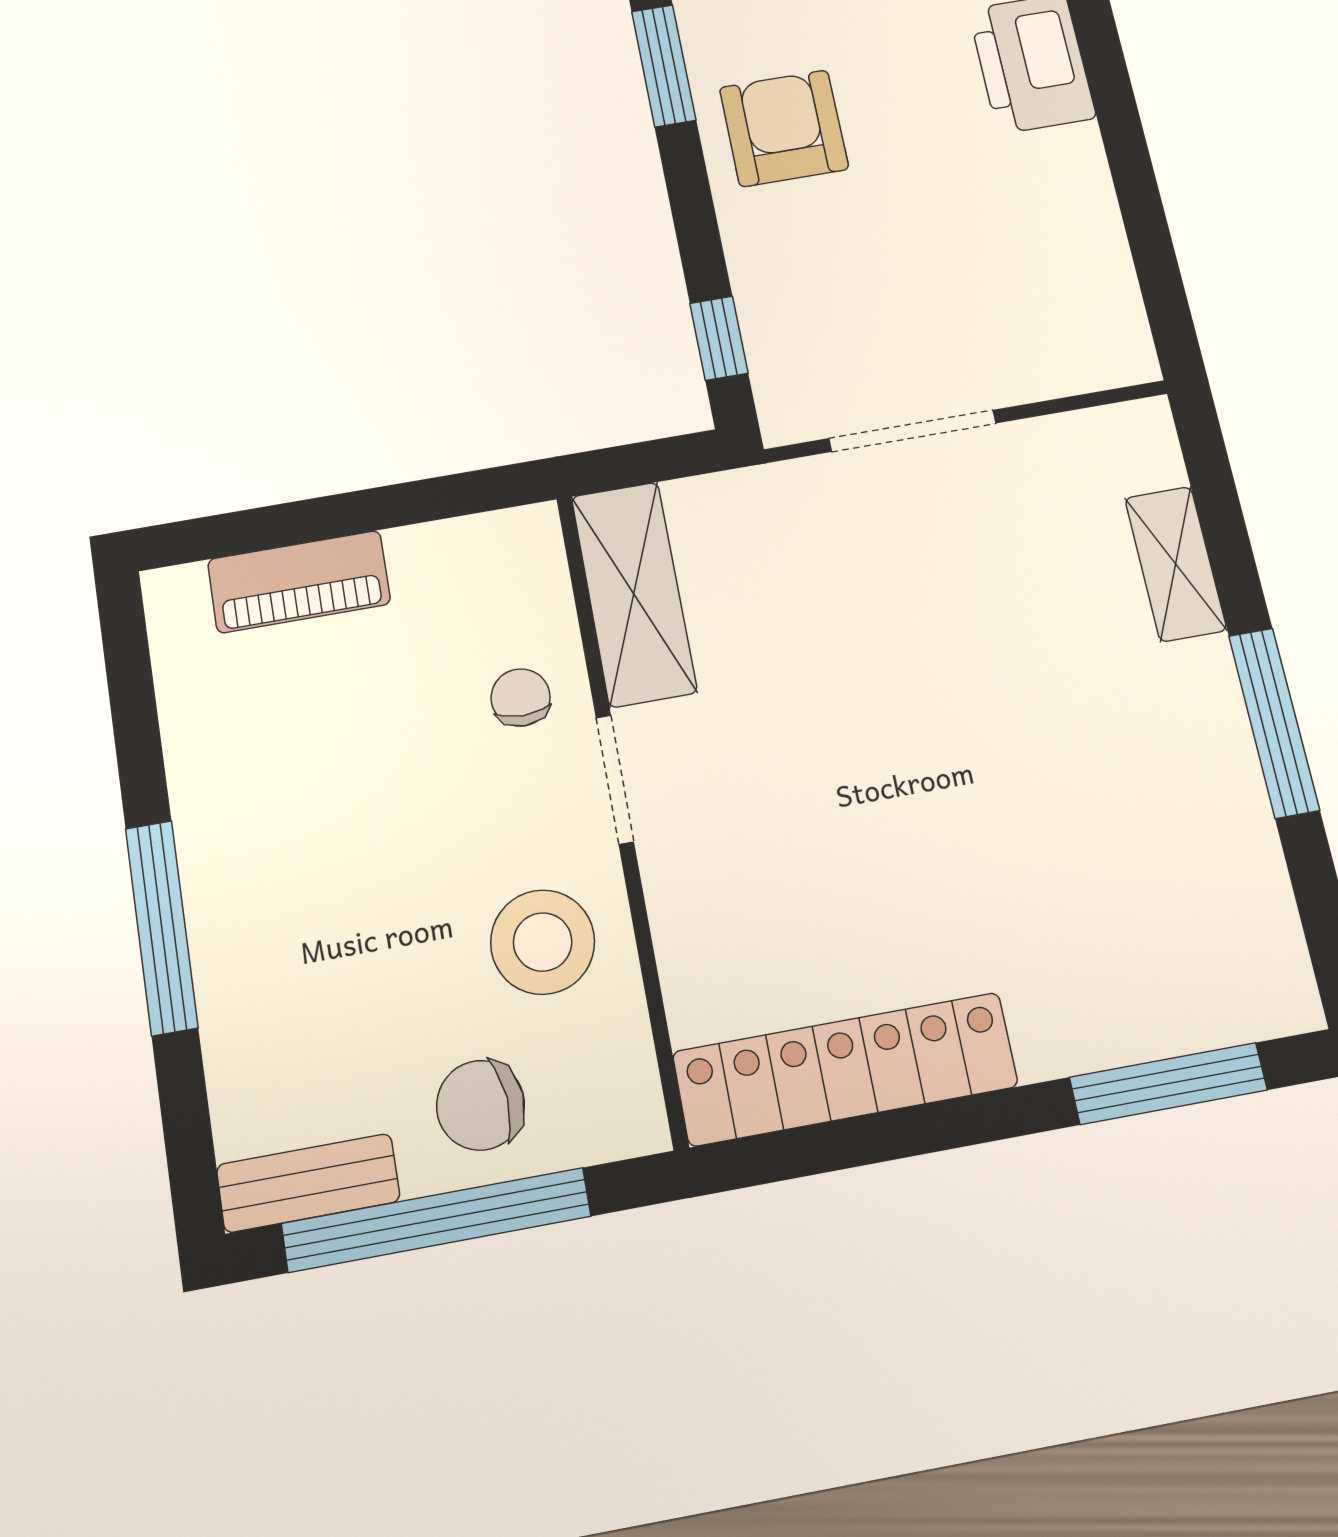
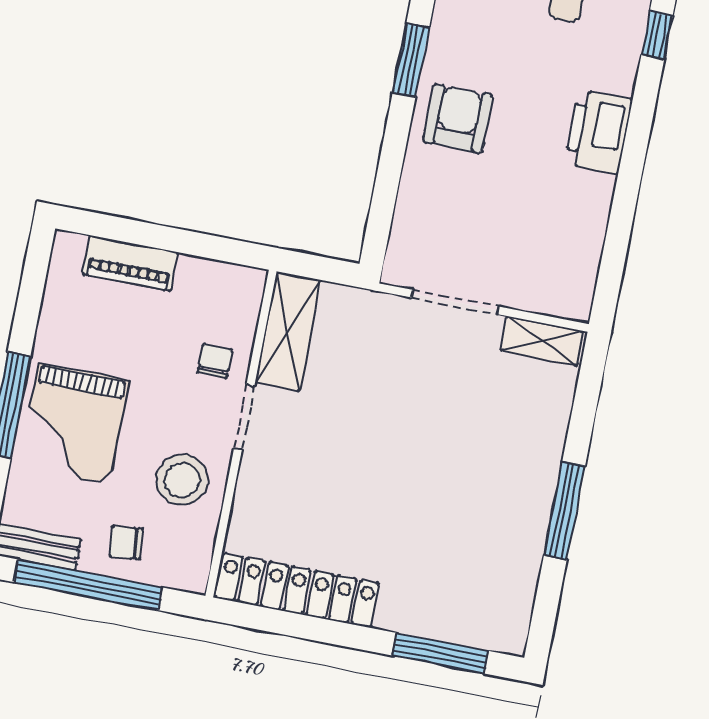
window: (719, 338) -> (380, 218), removed
shelving: (1176, 564) -> (542, 341), moved, turned 90
grand piano: (298, 914) -> (74, 424), added
chair: (480, 1105) -> (126, 542), width x0.73, depth x0.73

